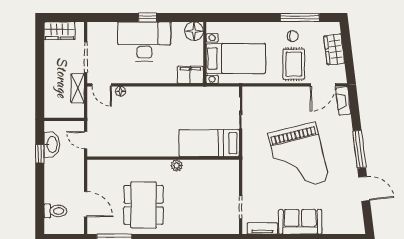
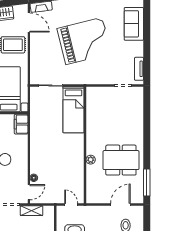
door: (86, 140) -> (71, 204), swing flipped
plant: (177, 165) -> (91, 160), moved
sofa: (300, 222) -> (134, 24), moved

